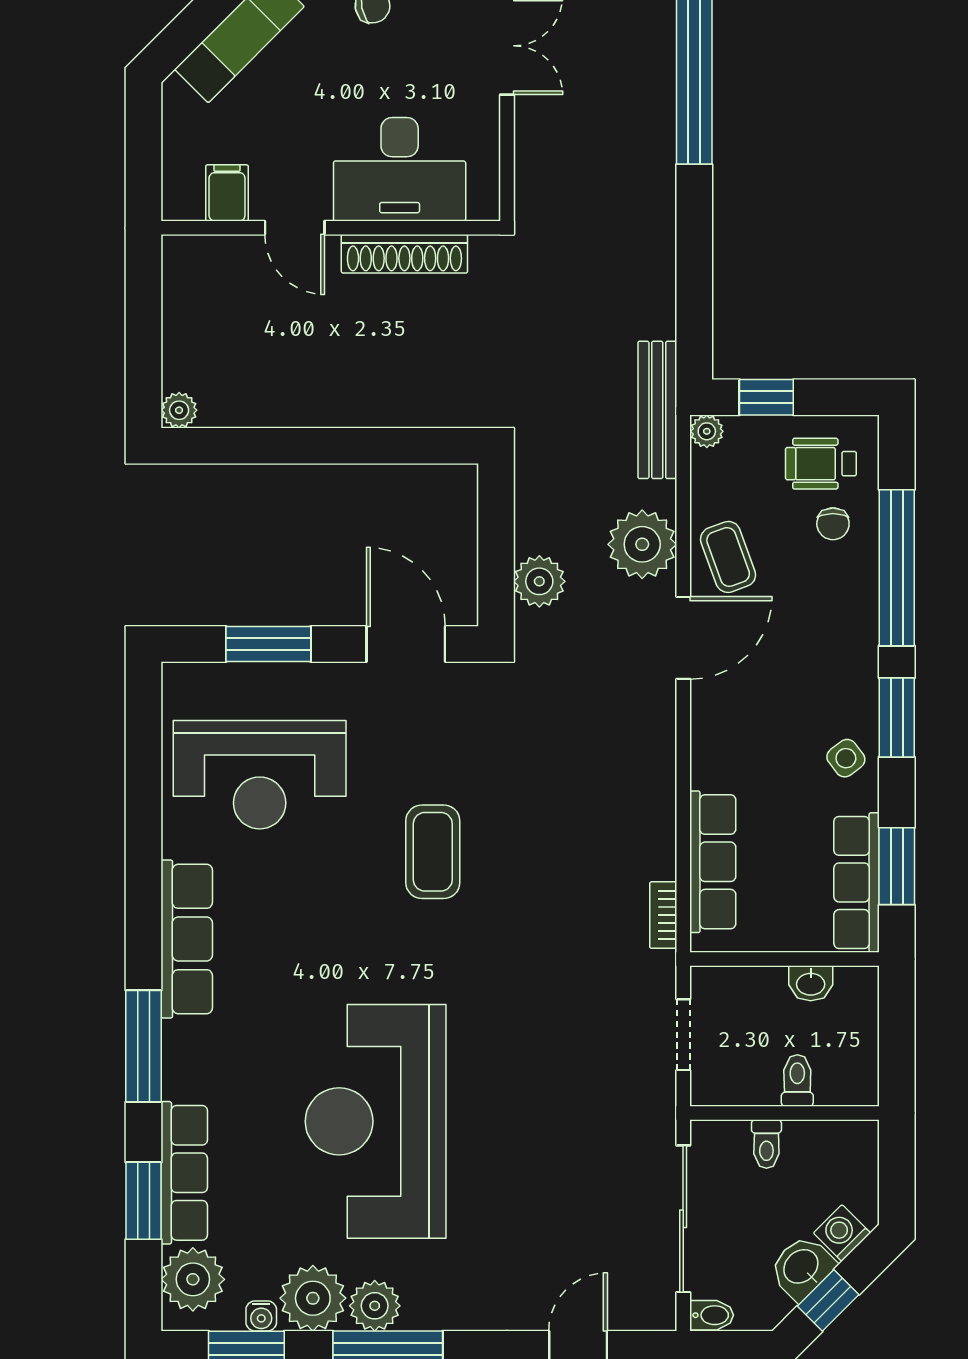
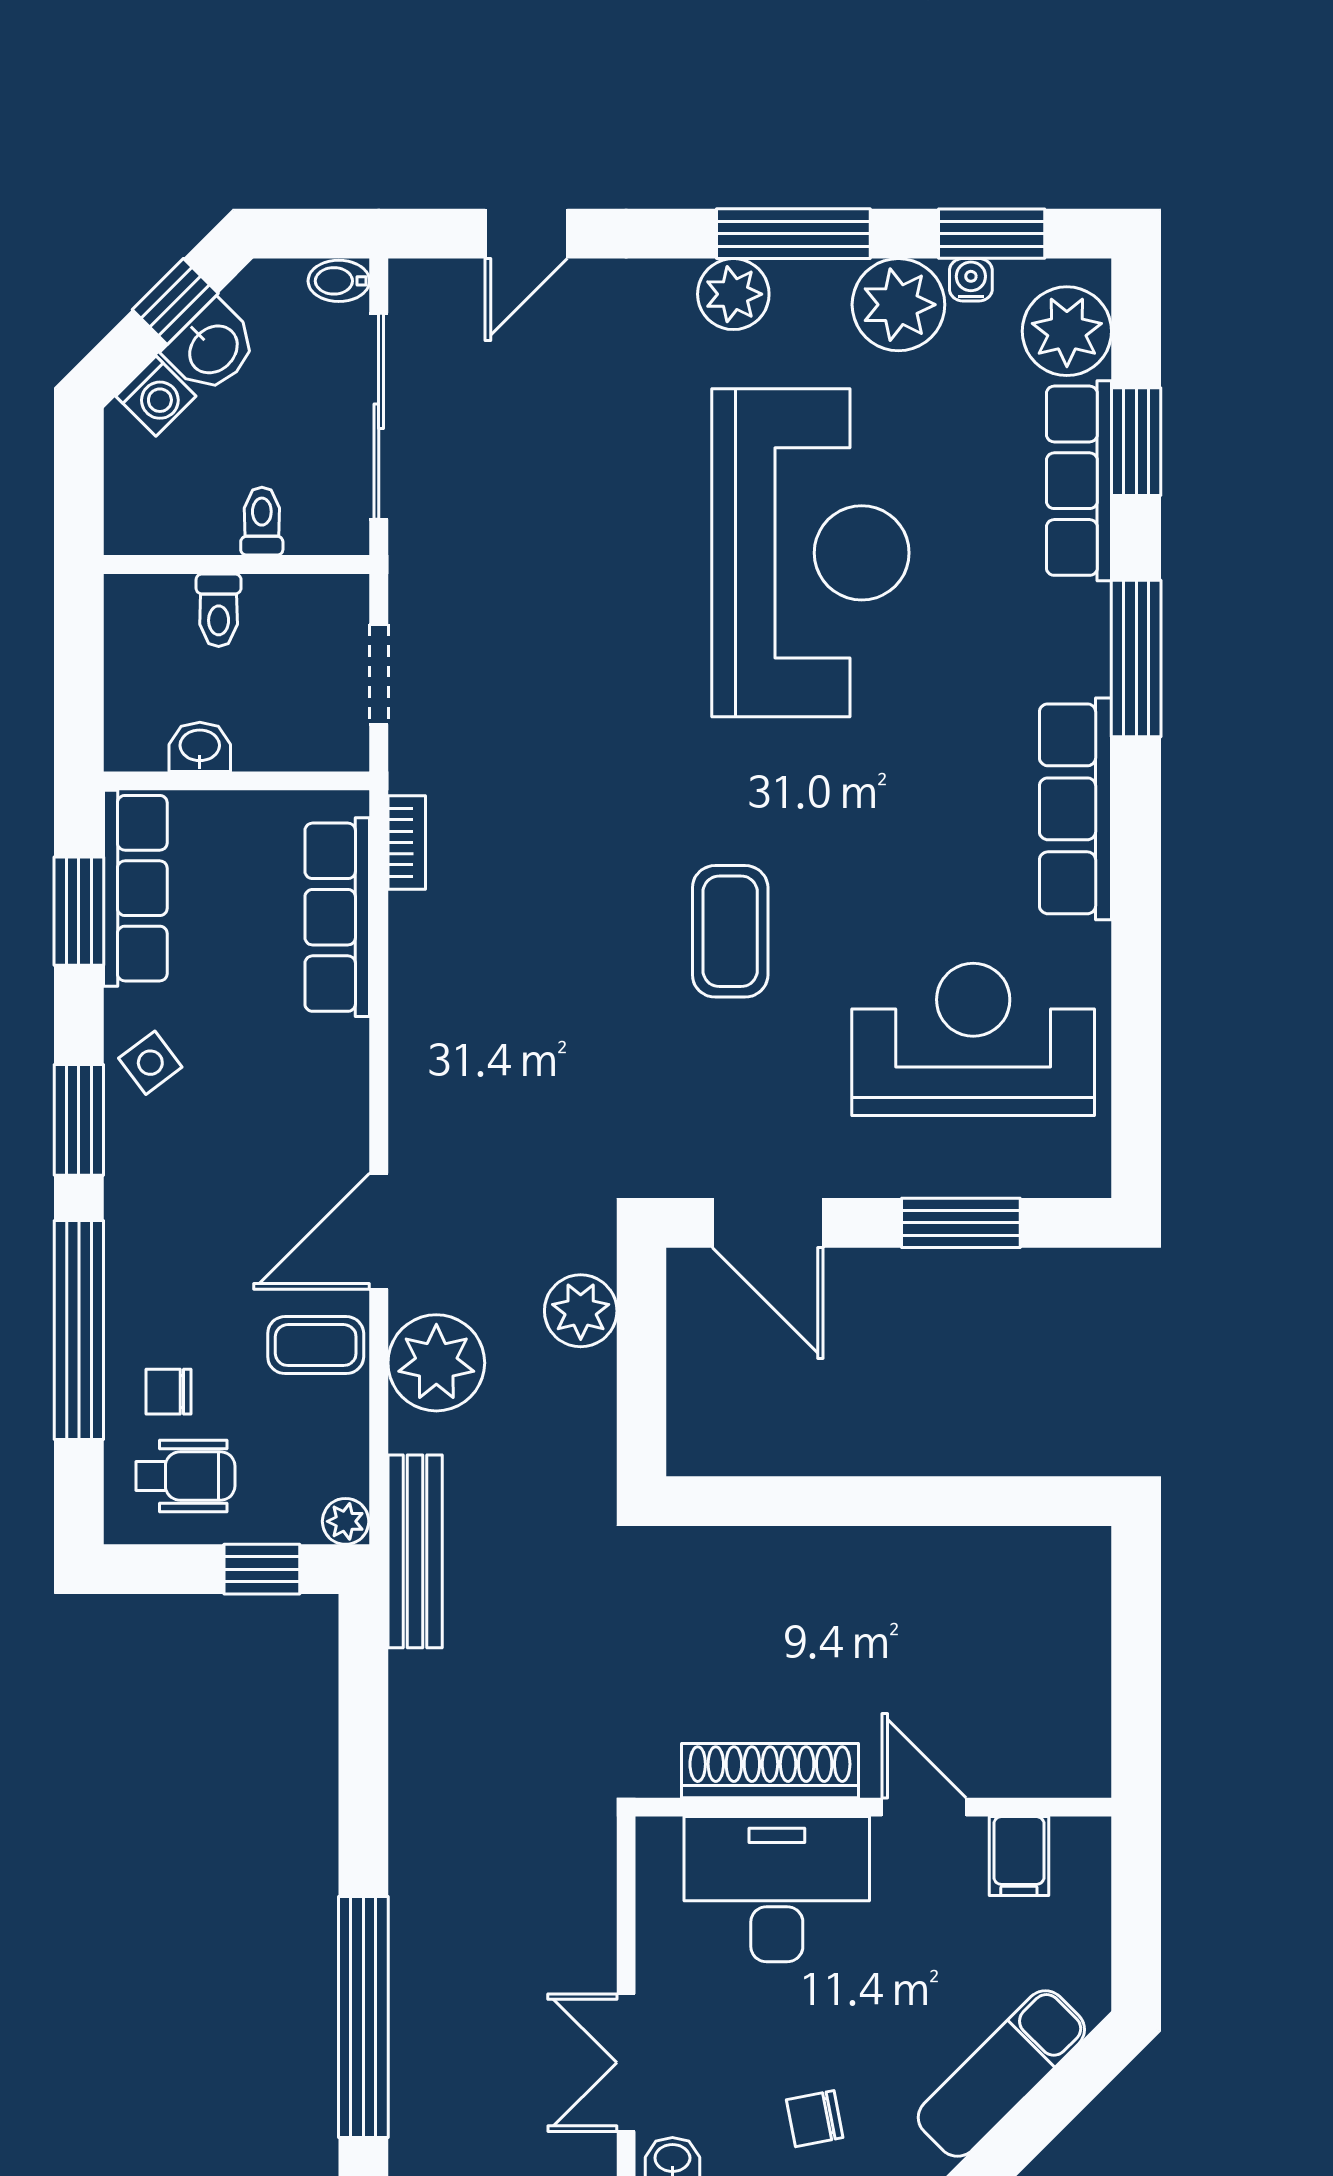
plant: (179, 410) -> (1086, 1551), removed
chair: (833, 524) -> (168, 1392), turned -90
coffee table: (728, 557) -> (316, 1345), turned -70
plant: (375, 1306) -> (733, 294), moved

